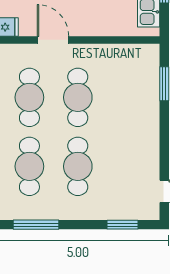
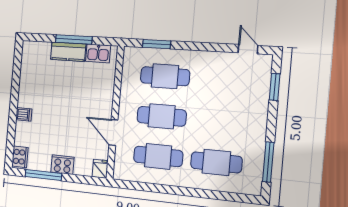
door: (53, 40) -> (113, 133), hinge flipped
cafe table: (78, 166) -> (165, 76), moved

